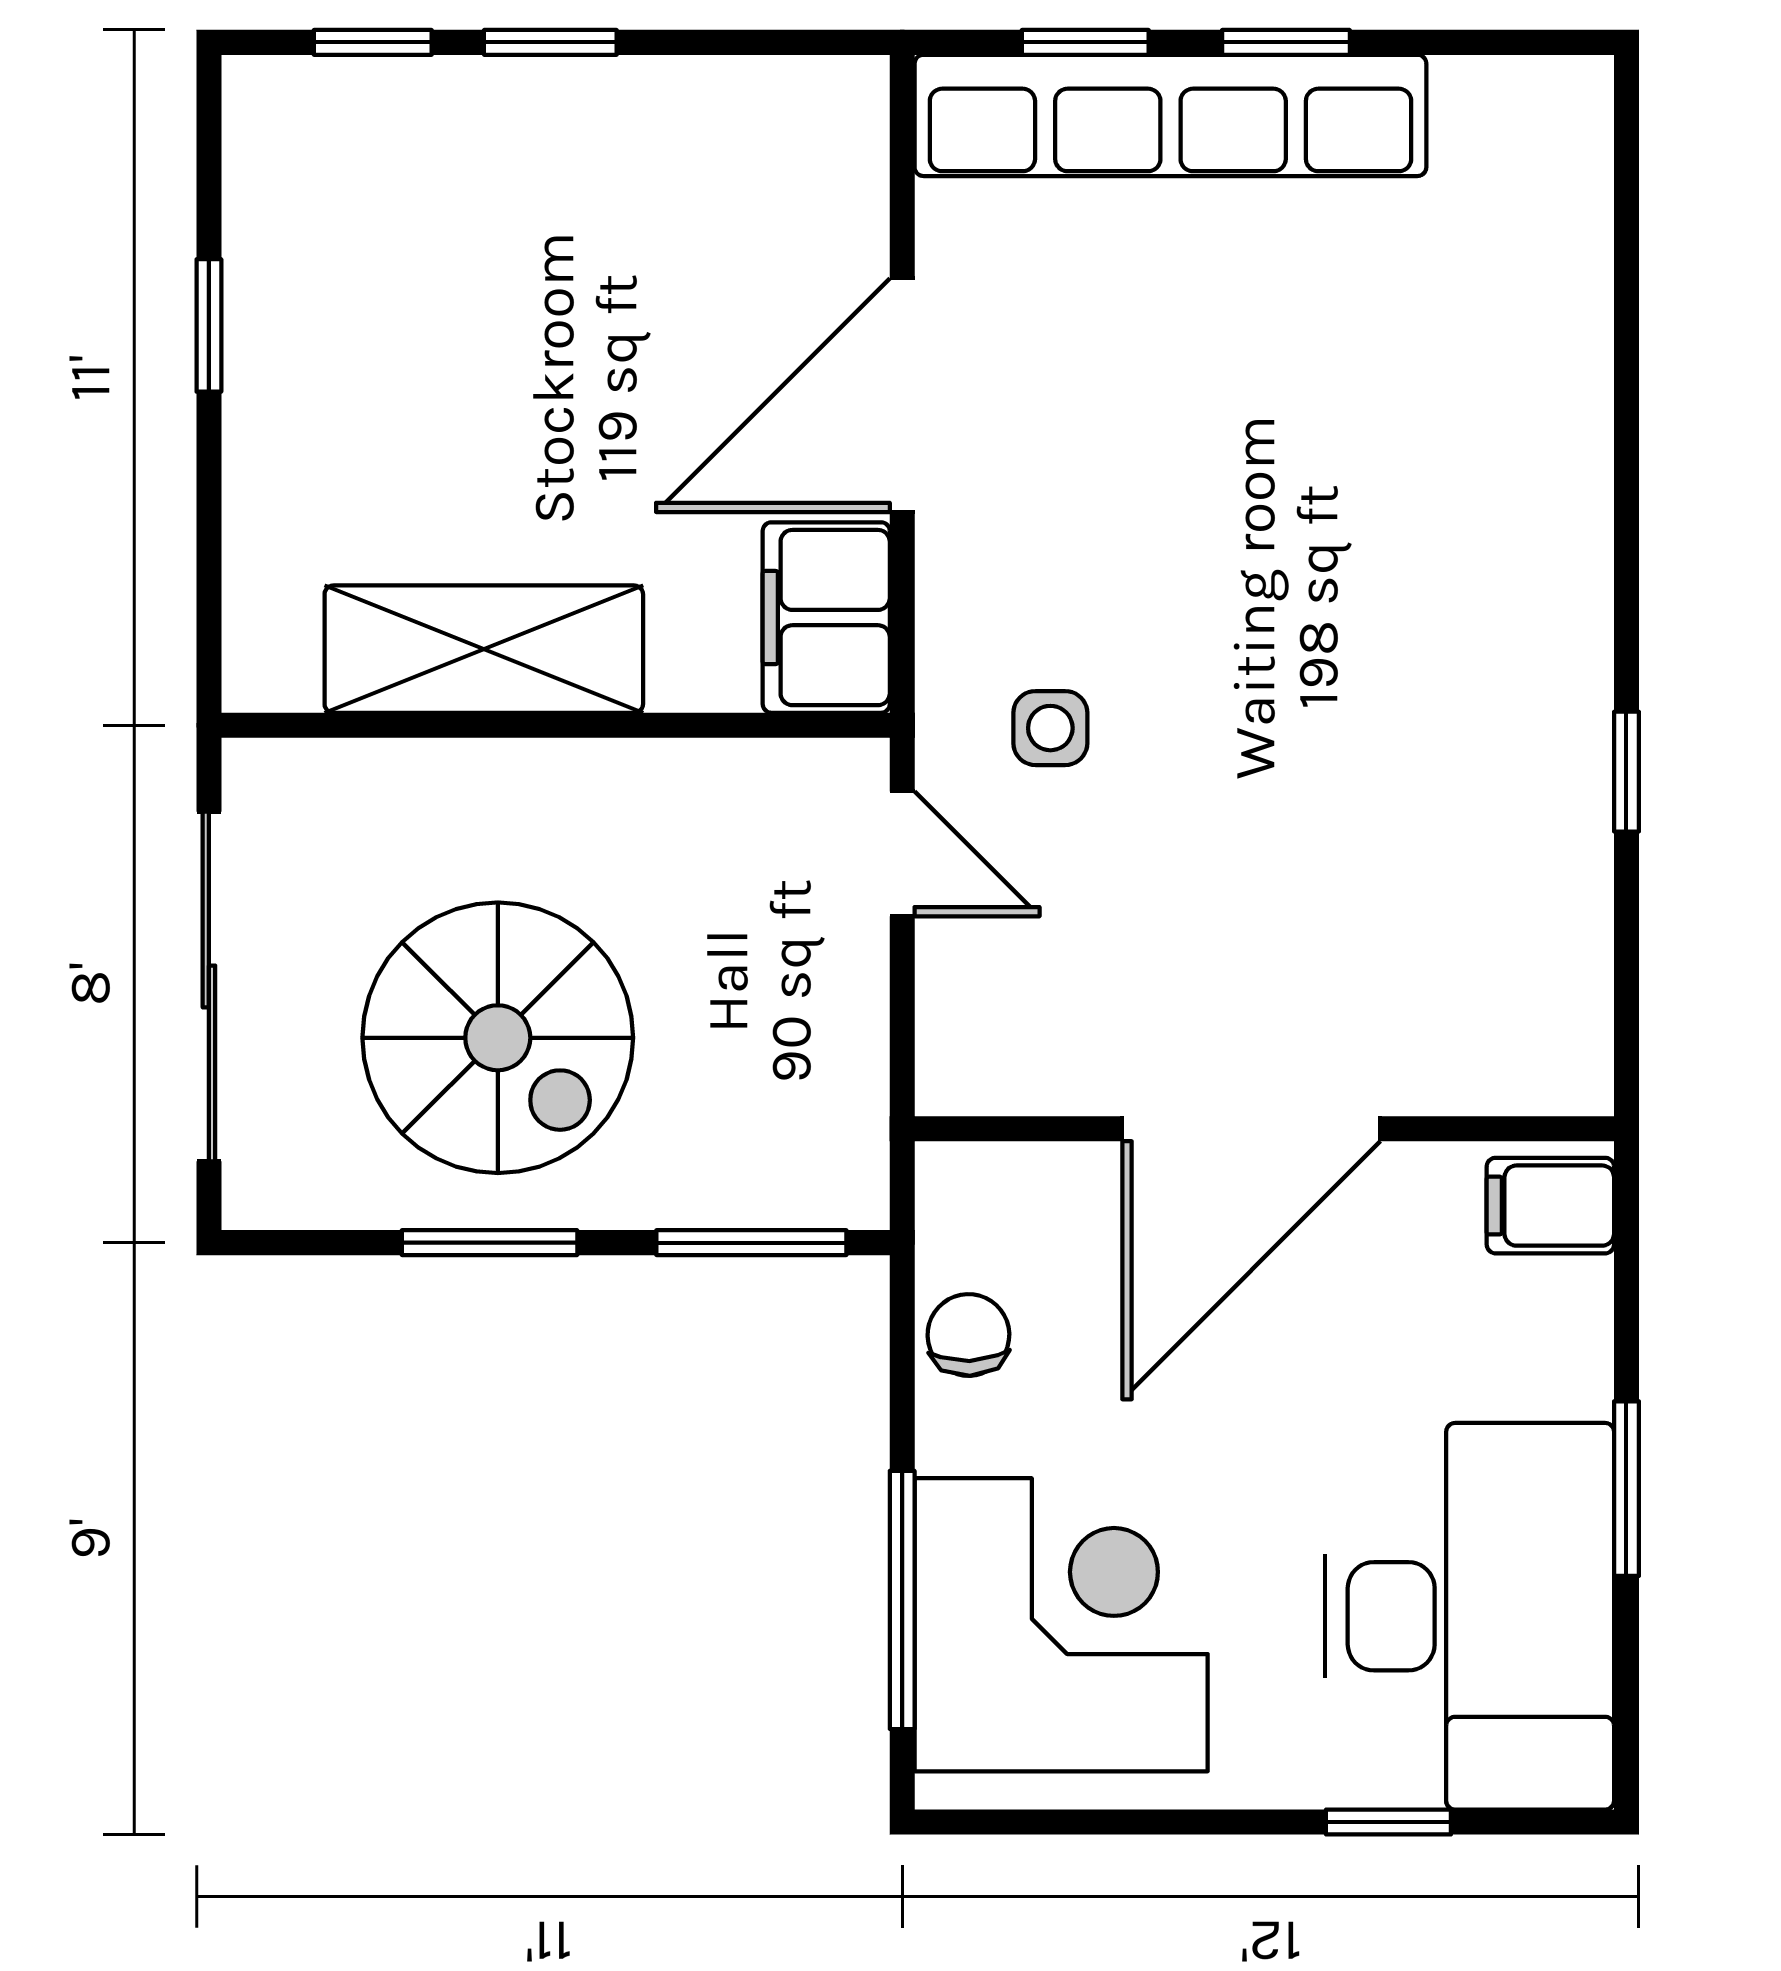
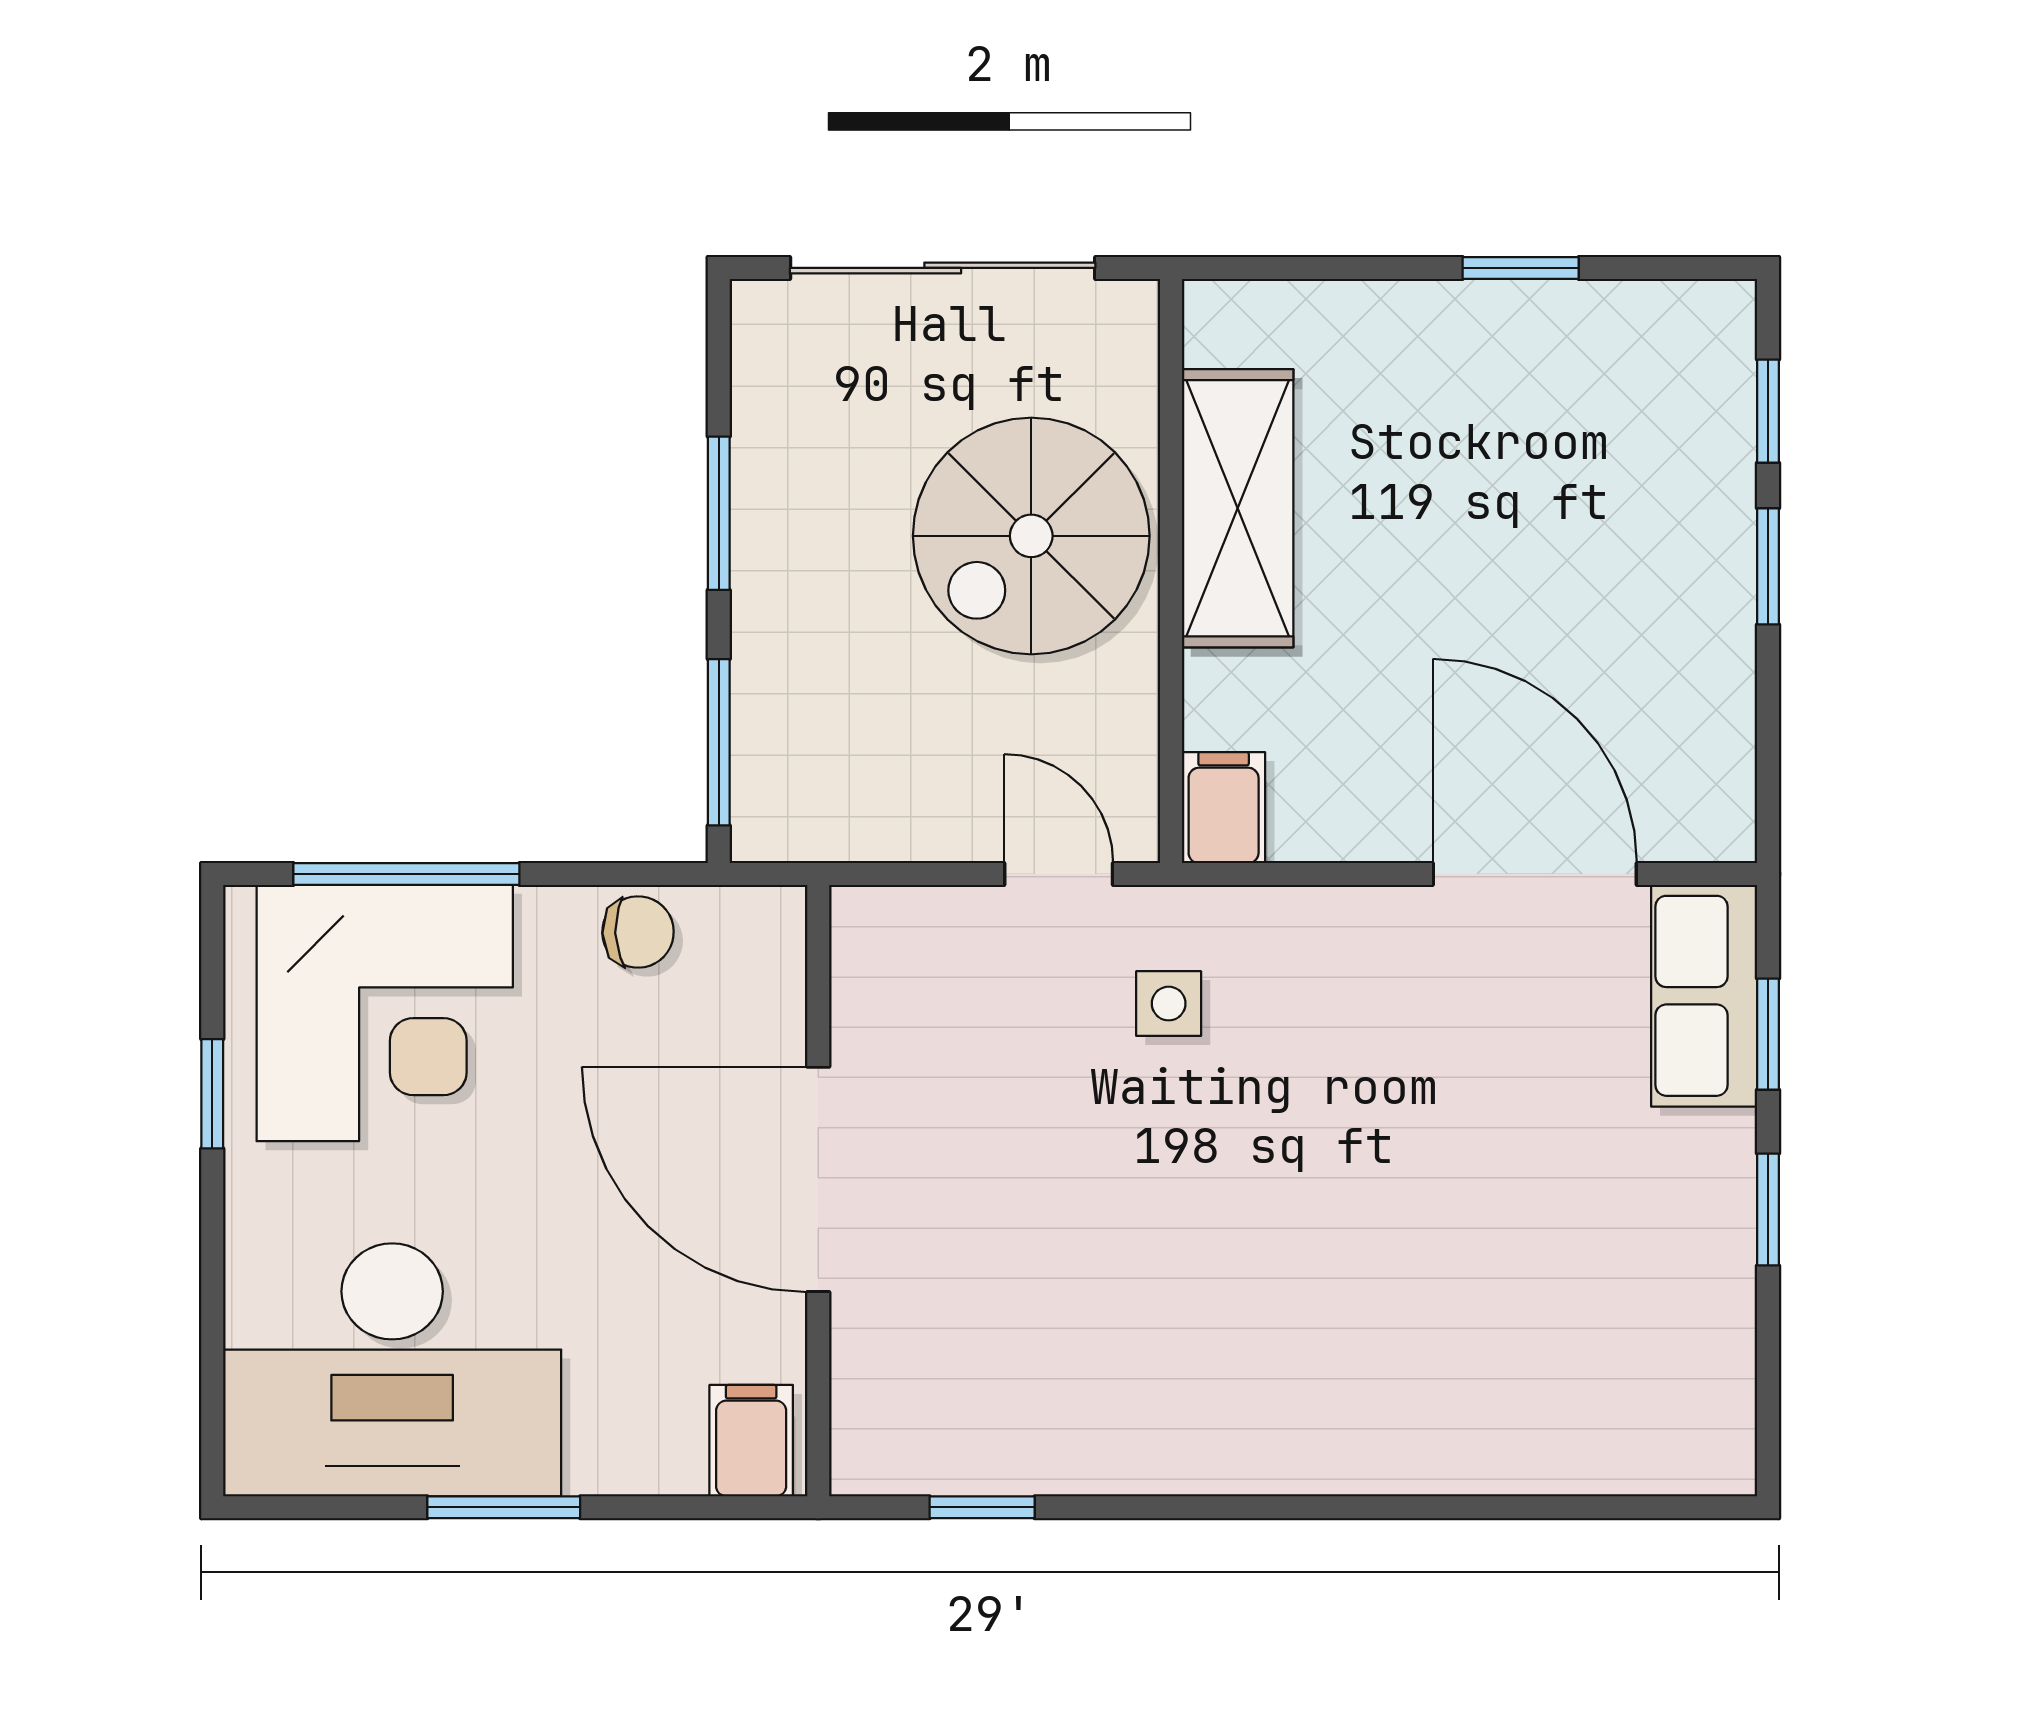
row of seats: (1170, 115) -> (1704, 996), width x0.50
door: (902, 395) -> (1535, 874), moved
filing cabinet: (826, 618) -> (1224, 808), width x0.50
window: (1626, 772) -> (982, 1507), moved
door: (902, 854) -> (1059, 874), swing flipped
spiral stairs: (498, 1038) -> (1031, 536), moved
window: (1388, 1822) -> (212, 1094), moved

